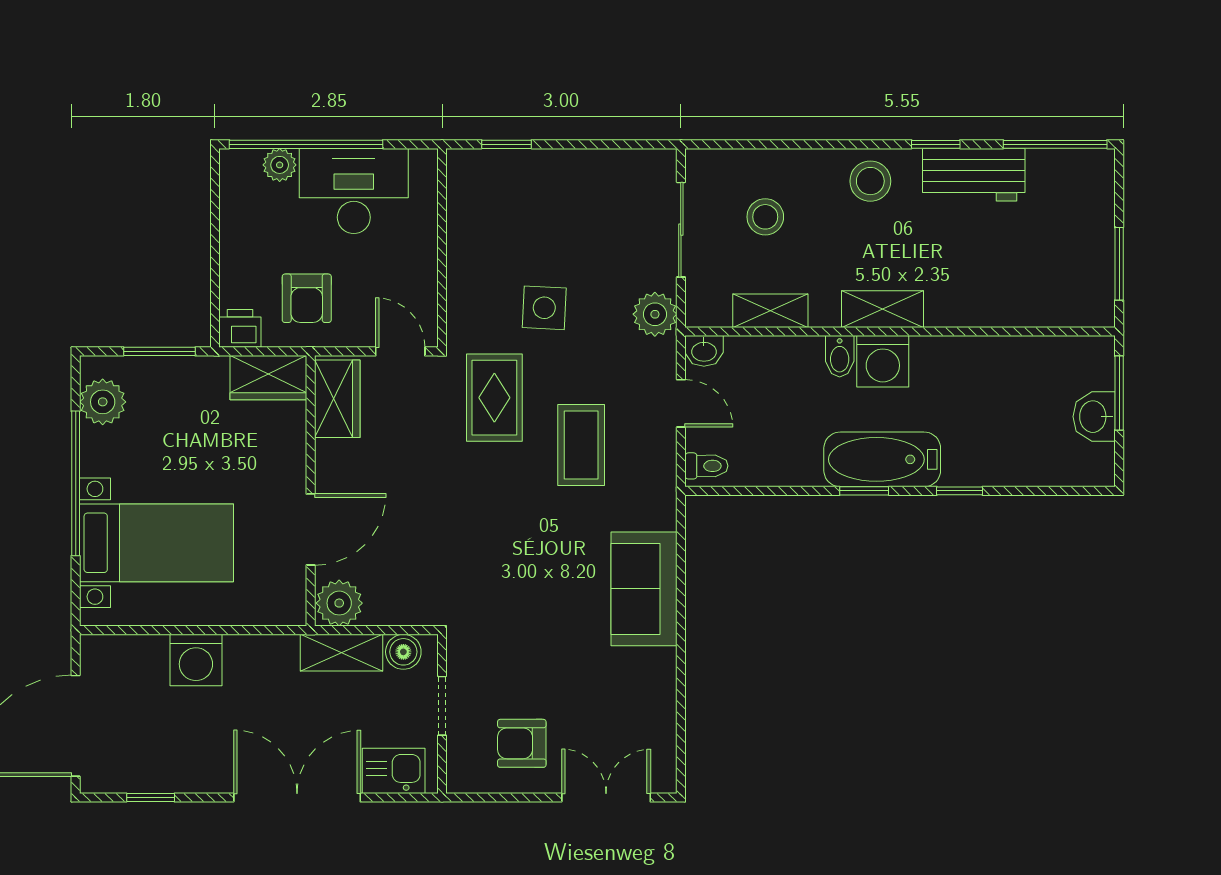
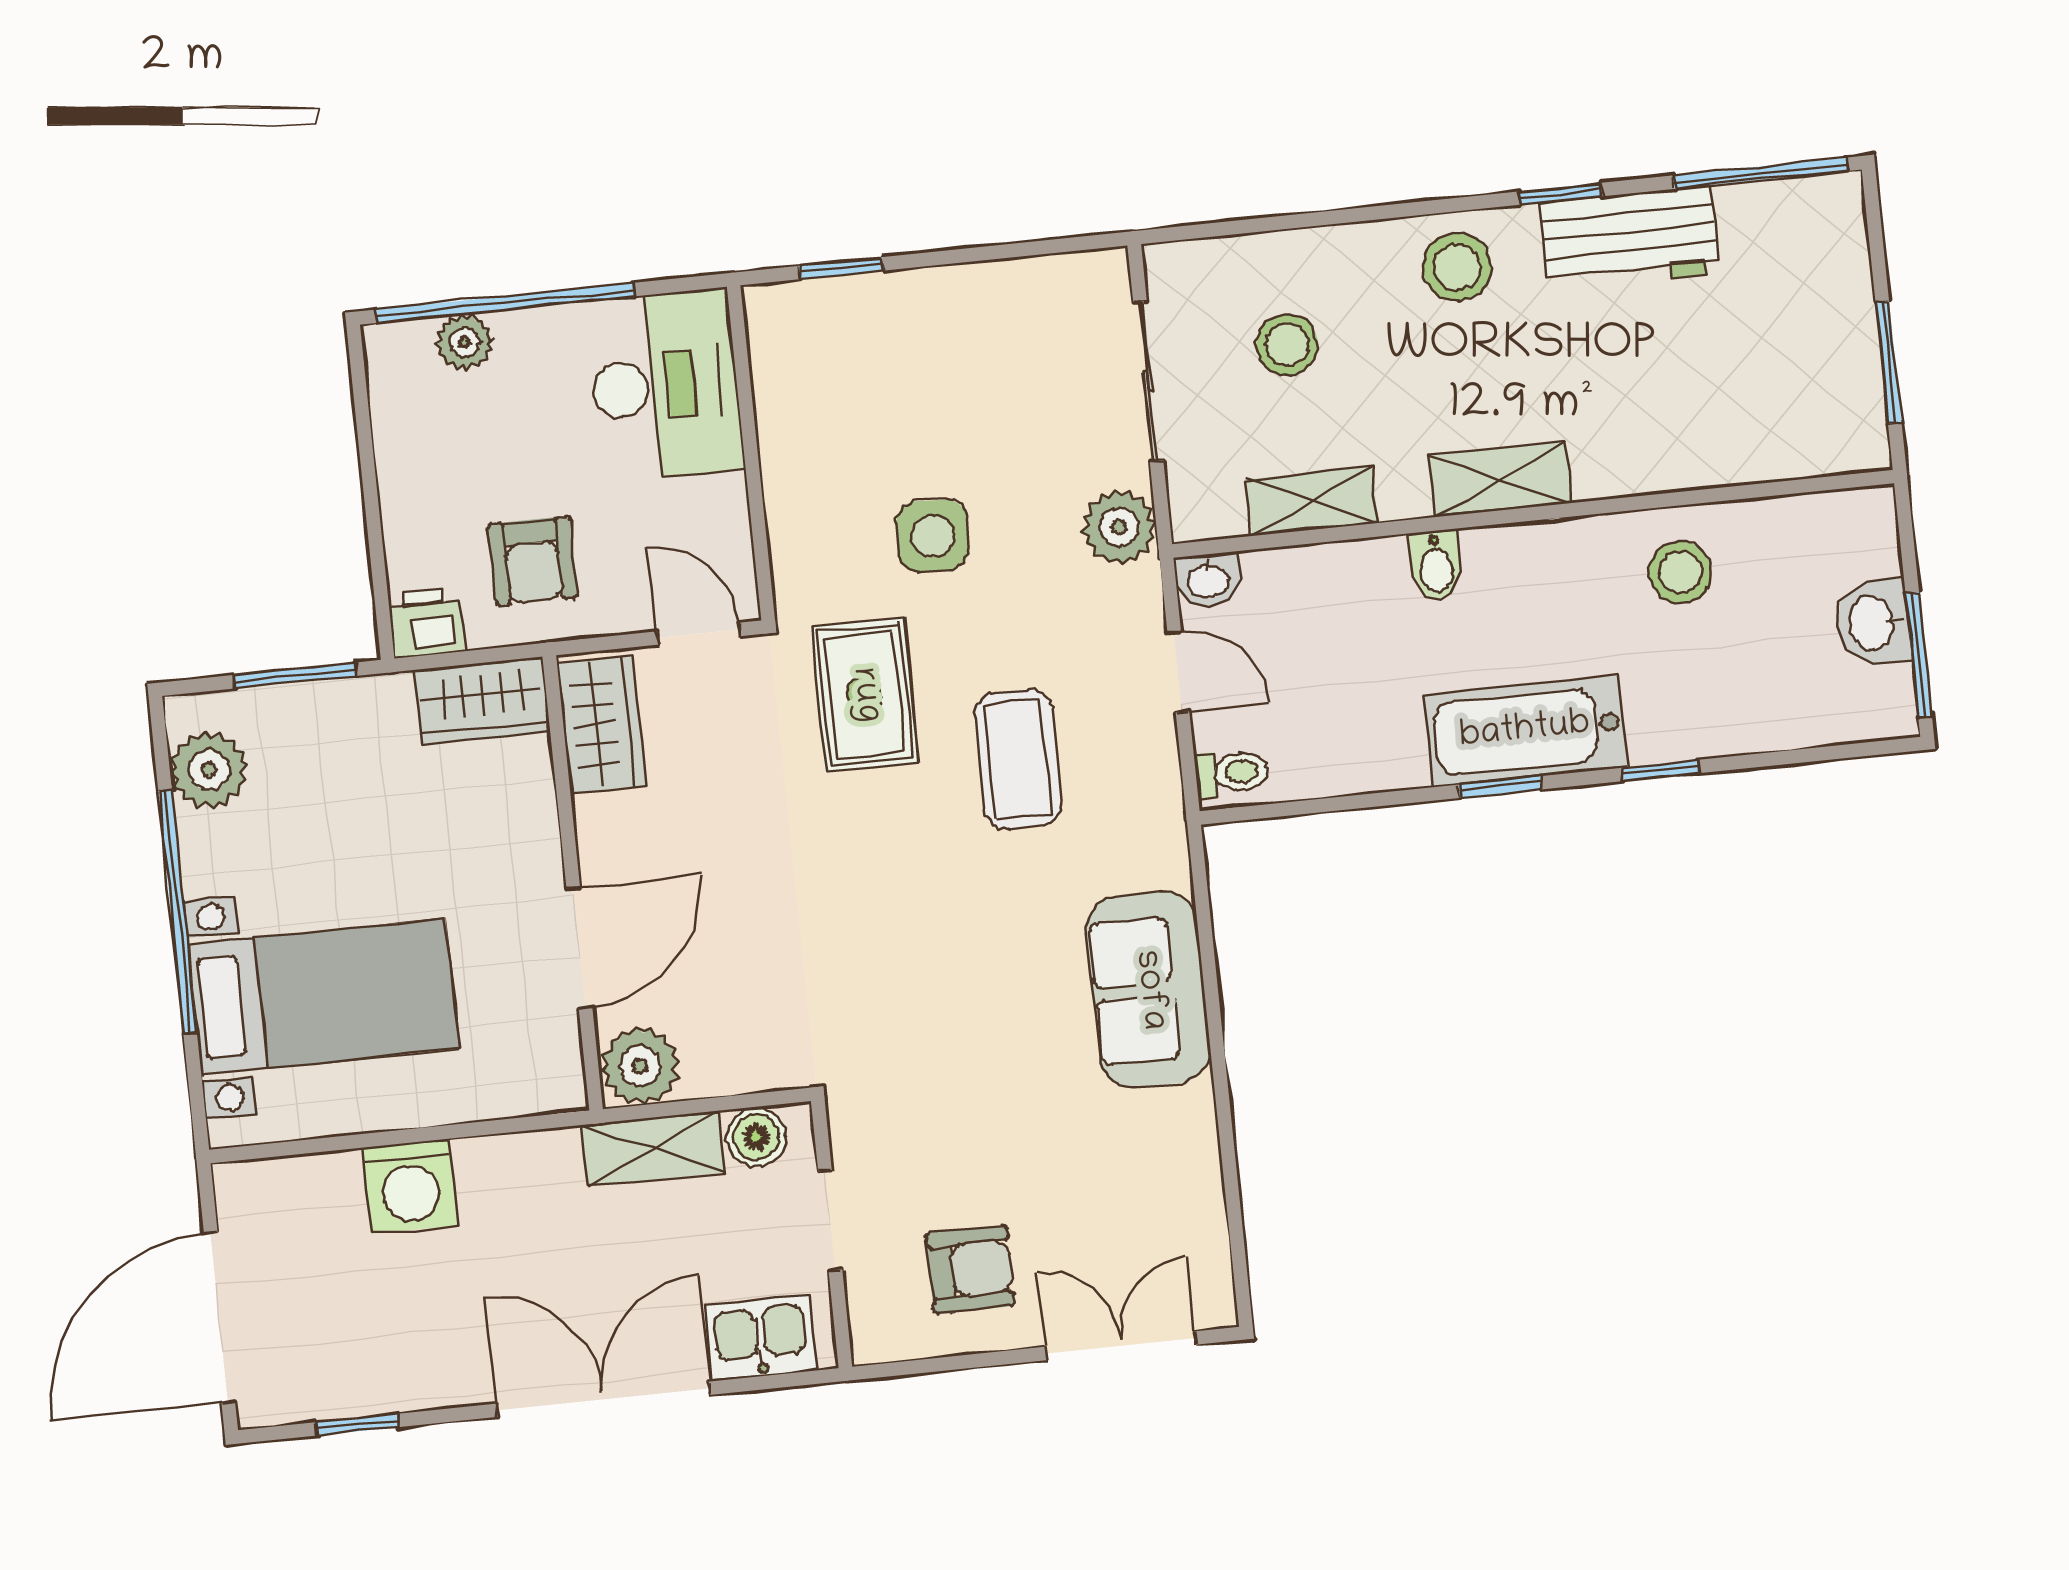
desk: (354, 191) -> (665, 385), moved, turned 90
washing machine: (883, 361) -> (1509, 567), removed
stool: (983, 375) -> (1680, 572), added
window: (1119, 393) -> (1919, 655), moved
armchair: (522, 743) -> (970, 1270), turned 180

